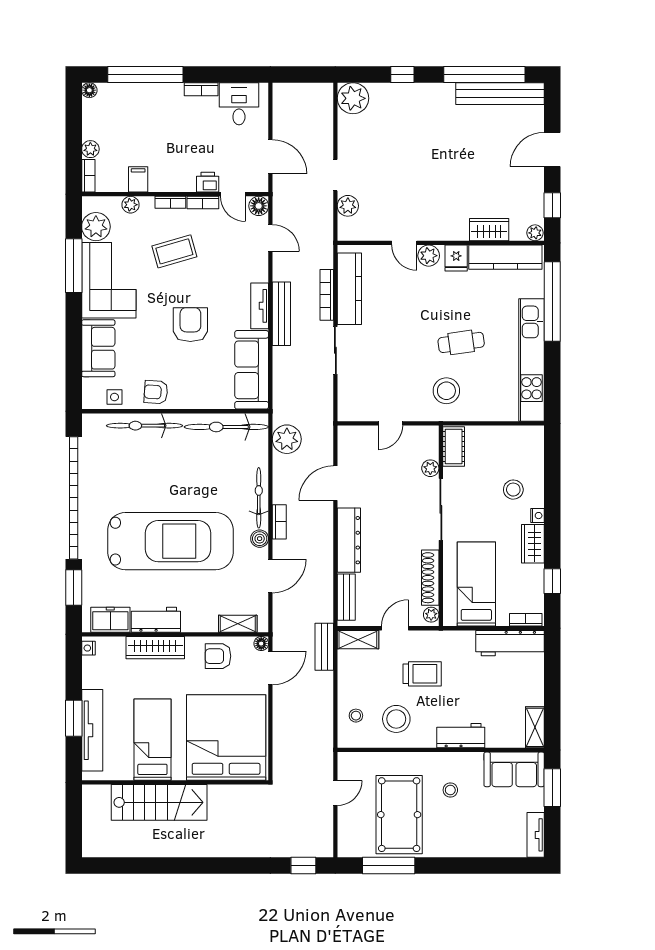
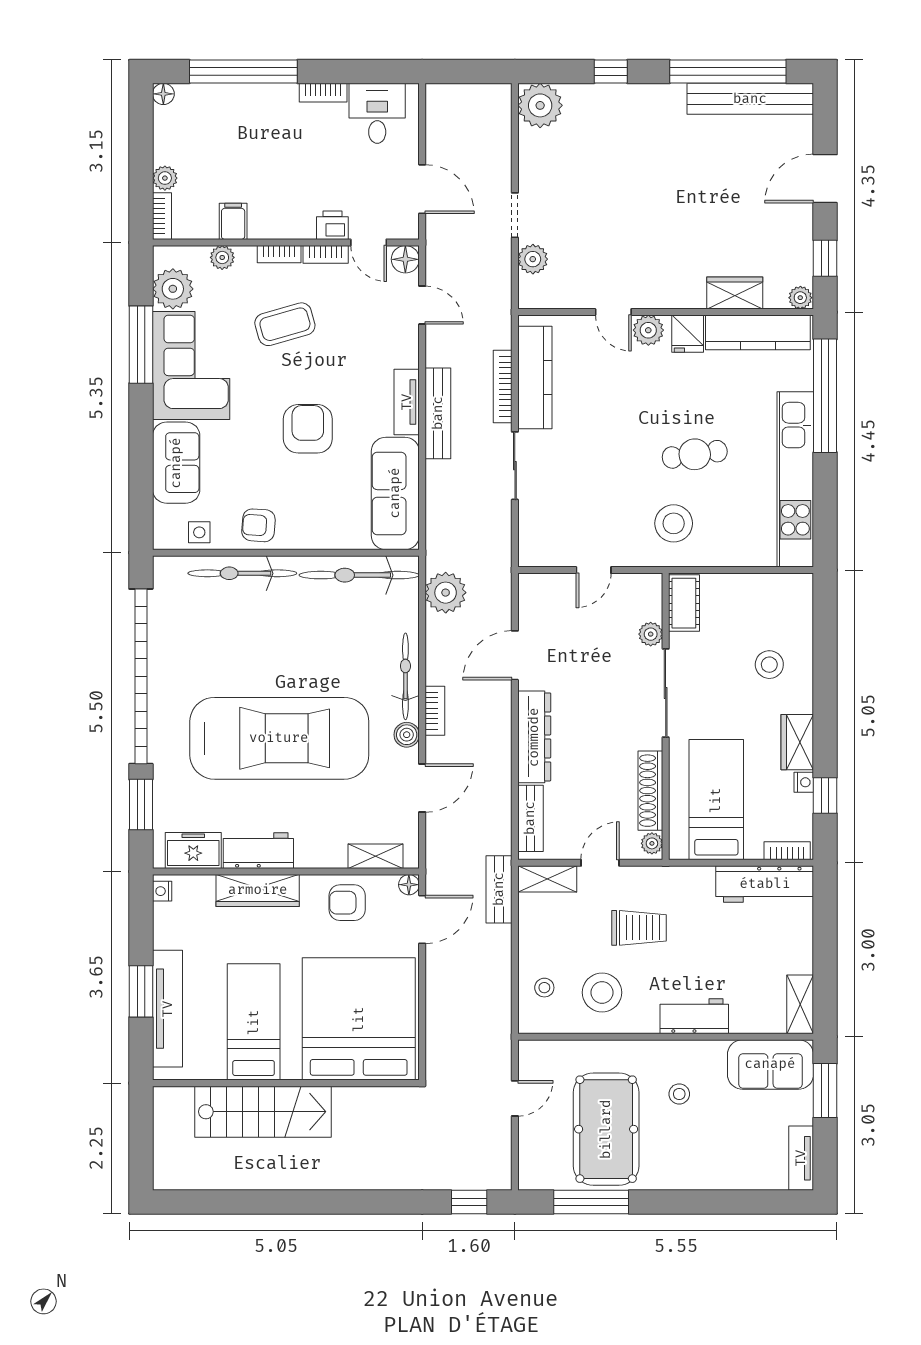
nightstand: (537, 516) -> (804, 782), moved

